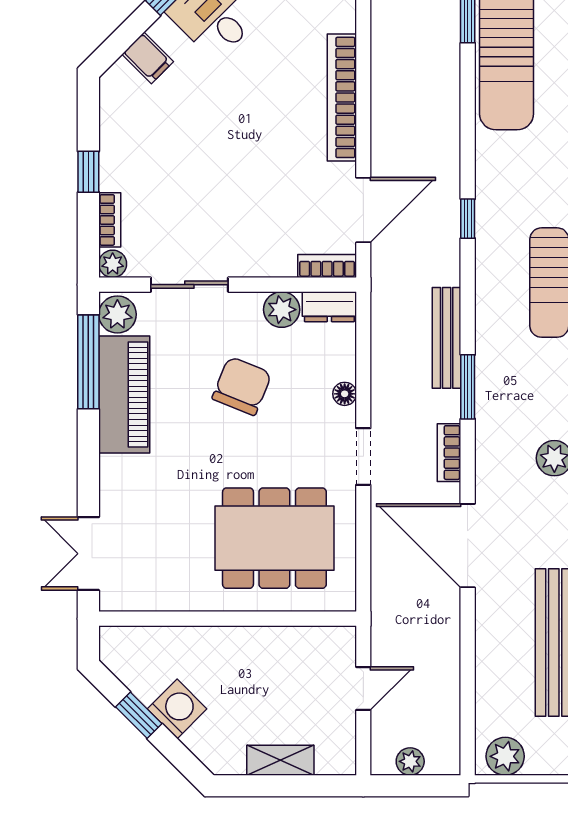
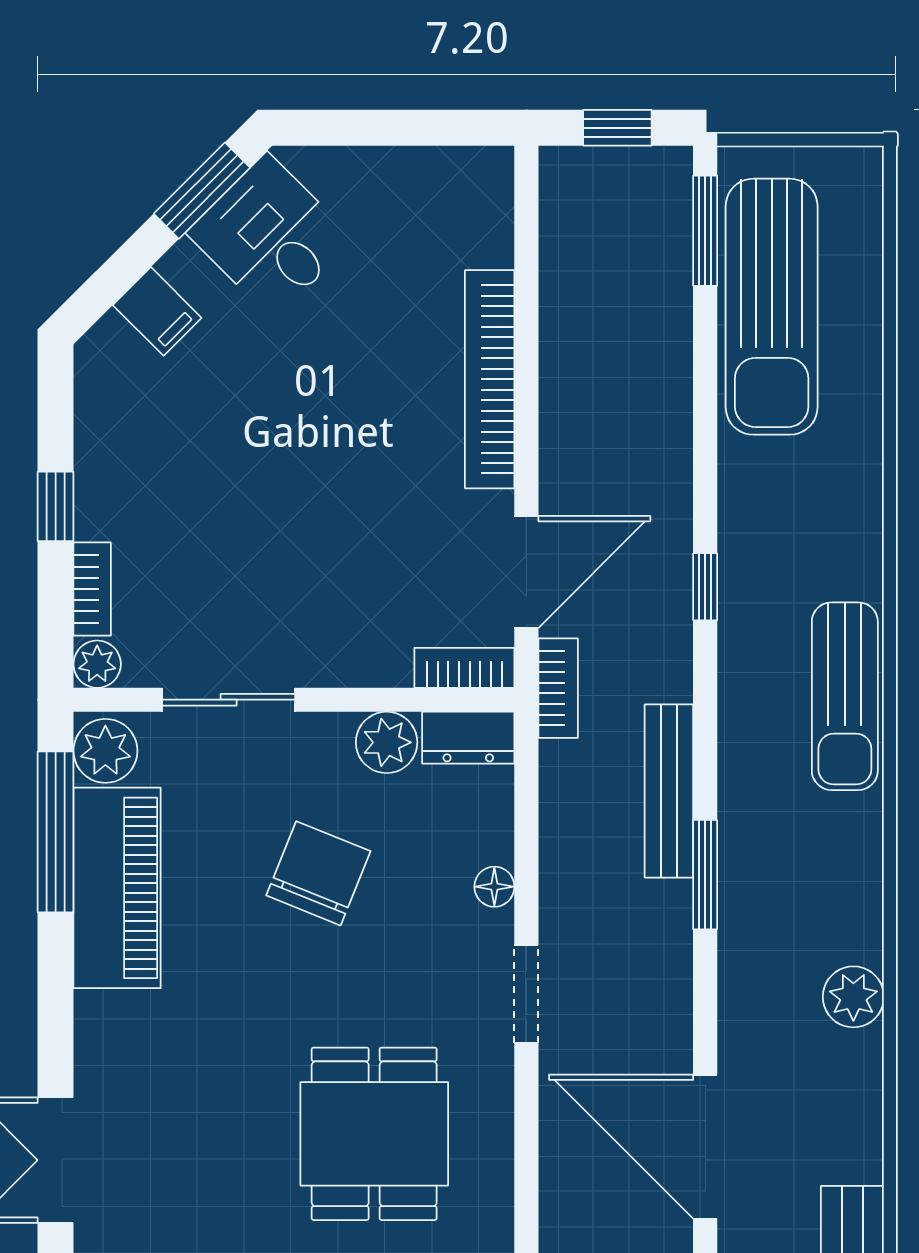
bookcase: (449, 453) -> (558, 688), moved, turned 180
dining table: (274, 538) -> (374, 1134), width x0.73

